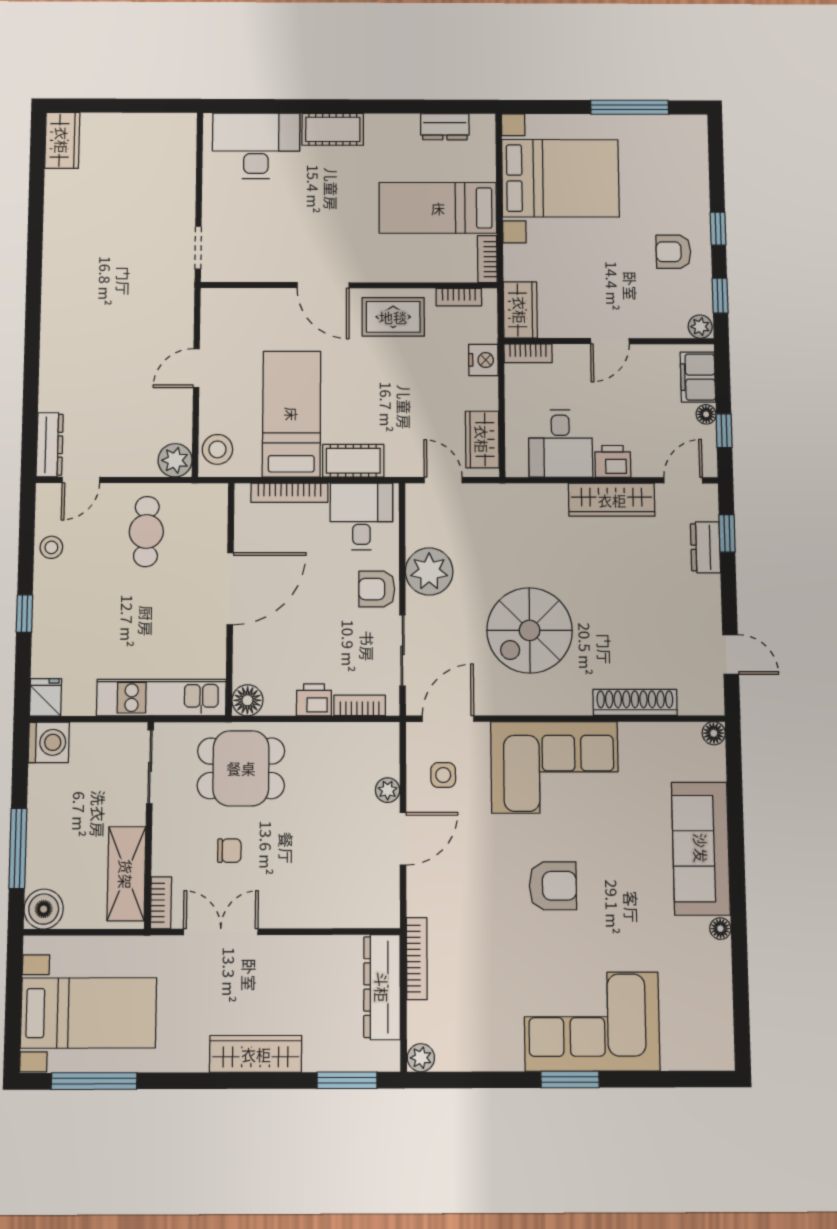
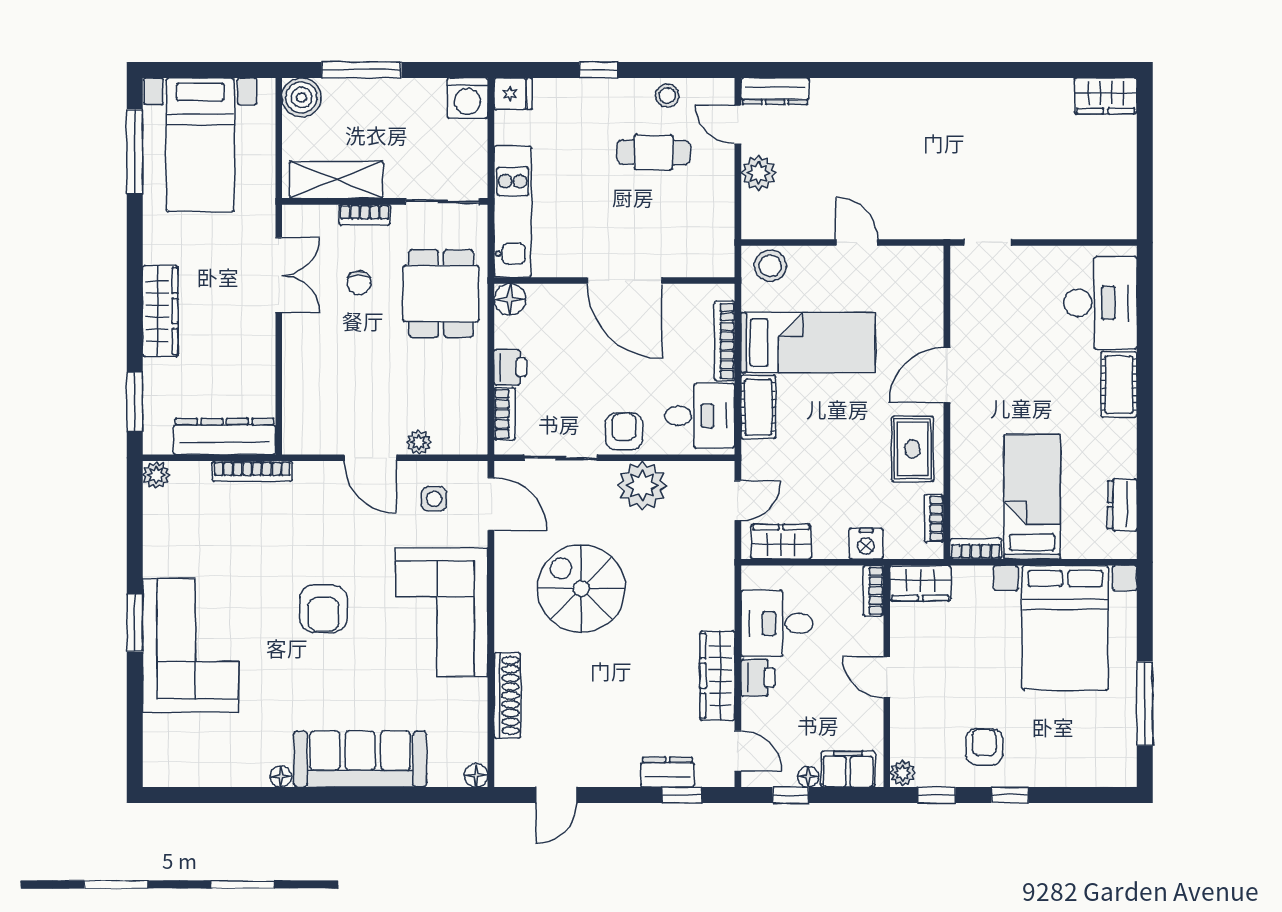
plant: (175, 460) -> (759, 173), moved
cafe table: (146, 531) -> (654, 152), moved
bookcase: (161, 903) -> (365, 215), moved

